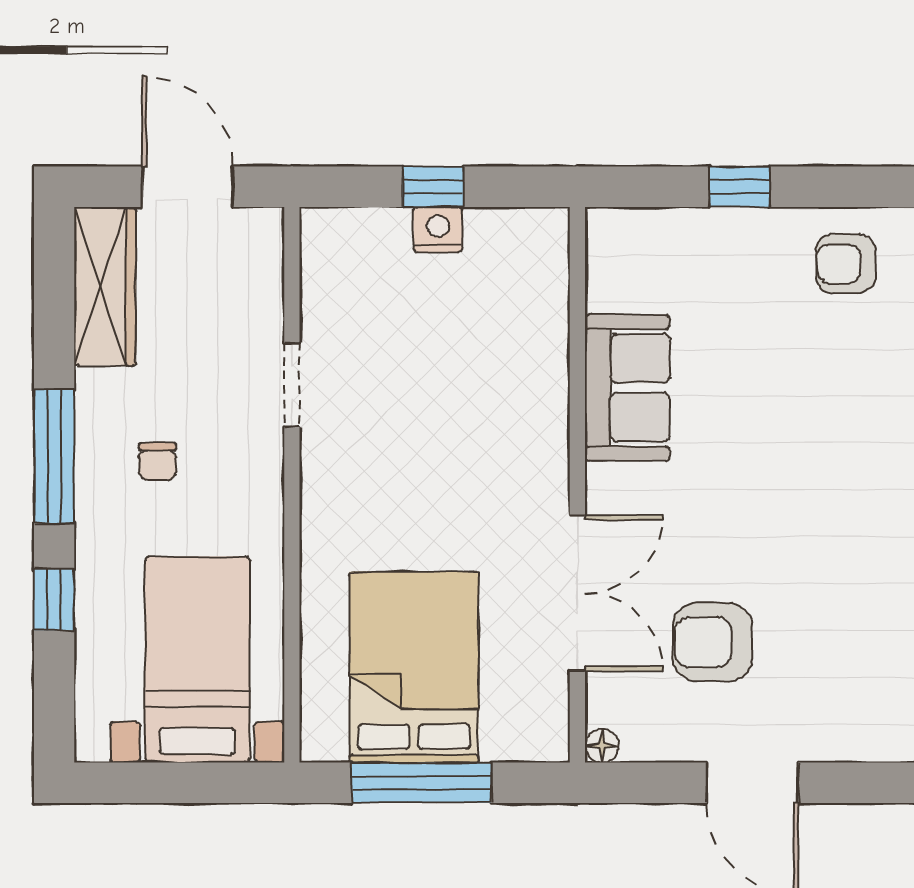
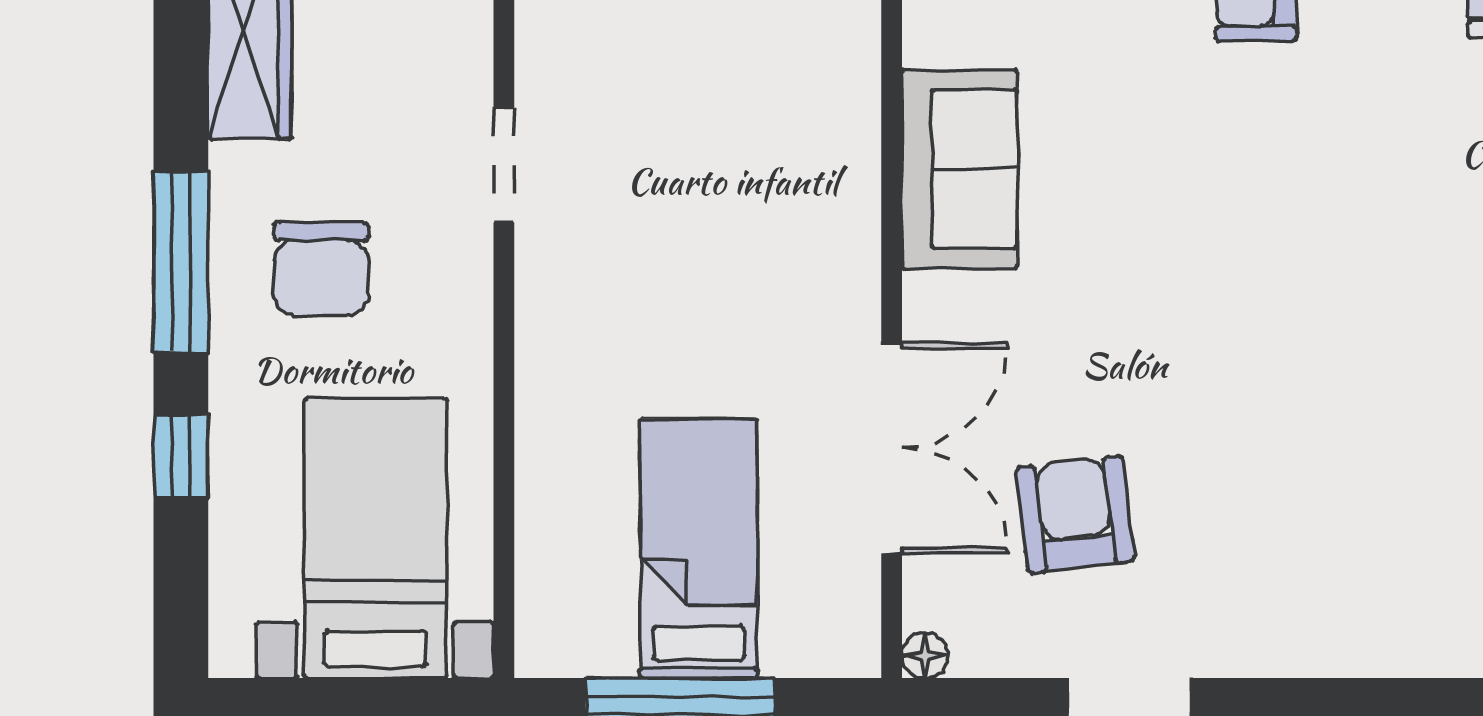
chair: (158, 462) -> (321, 269), width x1.87, depth x1.87
armchair: (712, 642) -> (1075, 514), turned 83
bed: (414, 667) -> (699, 549), width x0.67

